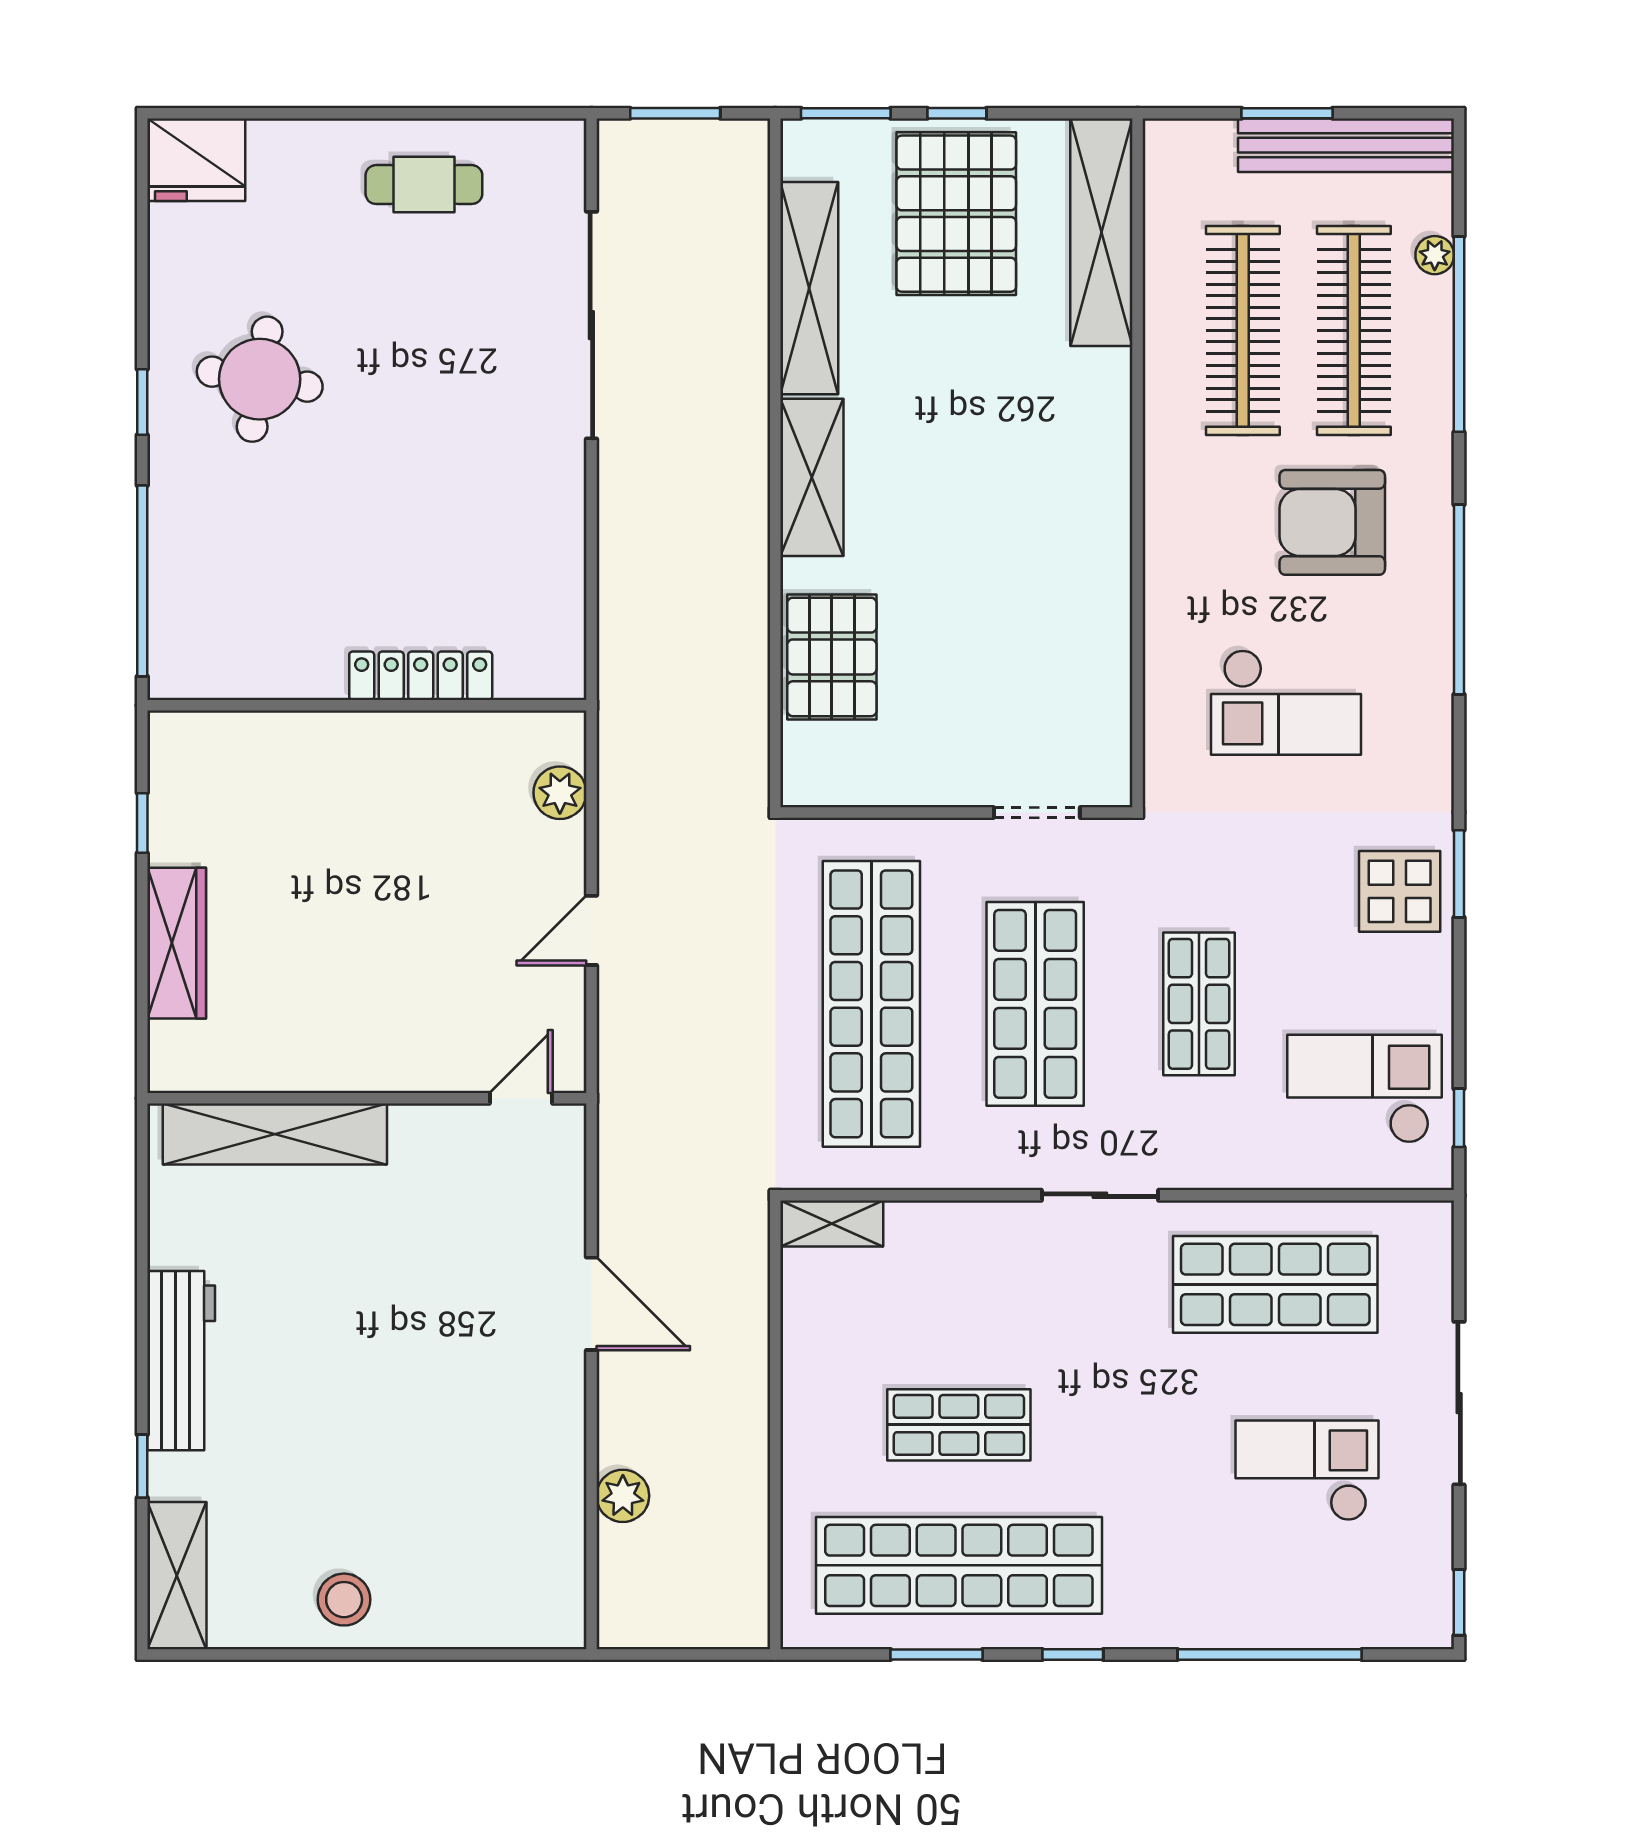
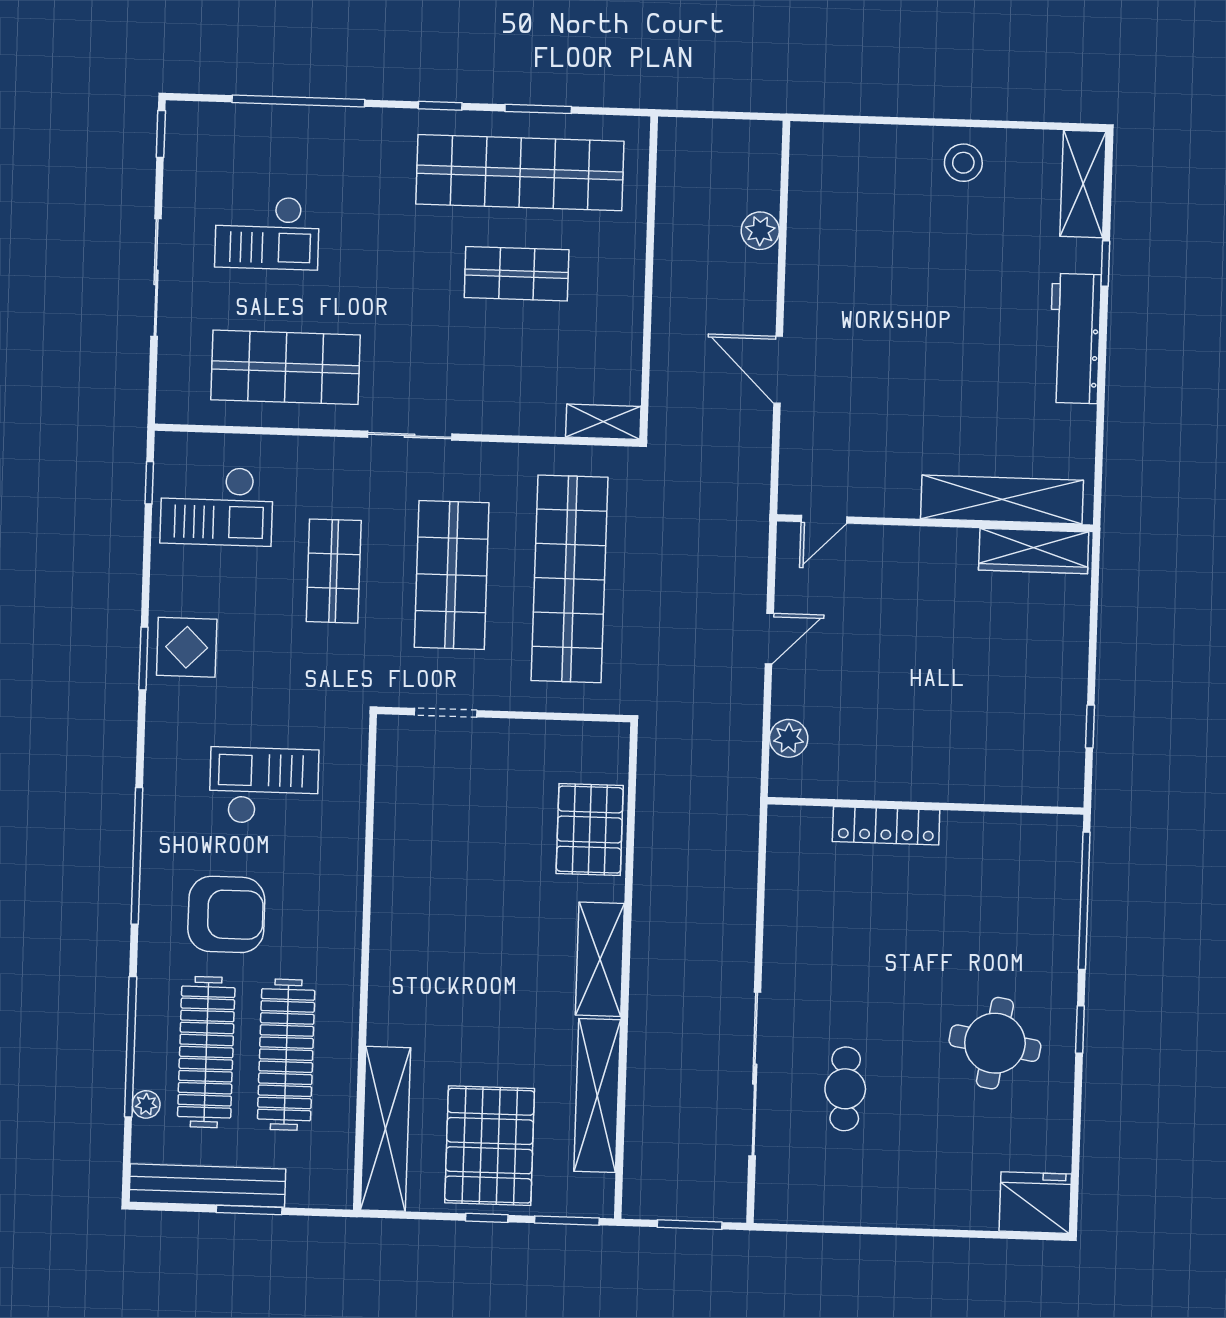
cafe table: (424, 185) -> (845, 1089), moved, turned 90
wardrobe: (177, 943) -> (1034, 551), moved, turned -90

